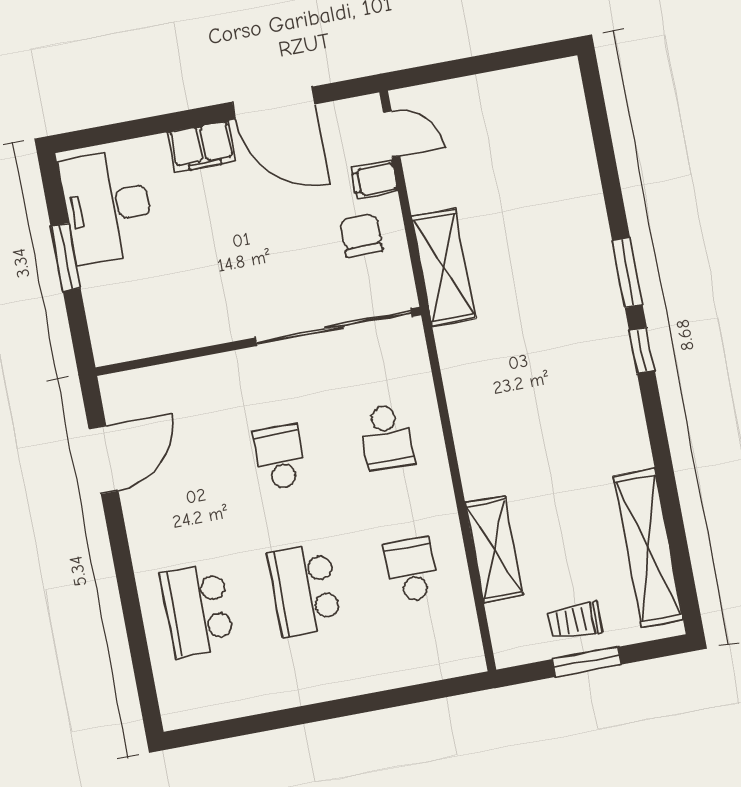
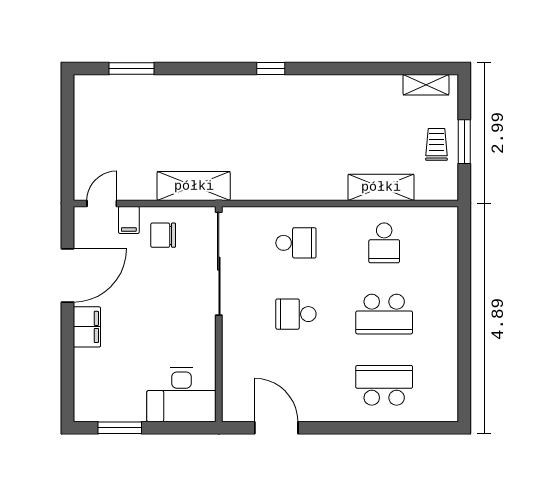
desk: (107, 206) -> (181, 395), moved
window: (66, 257) -> (120, 428), moved
window: (627, 272) -> (132, 69), moved
shelving: (648, 548) -> (426, 85), width x0.45, depth x0.75
school desk: (412, 570) -> (384, 243), turned -90
school desk: (198, 610) -> (384, 385), turned 180
trolley: (575, 621) -> (436, 144), turned 180

